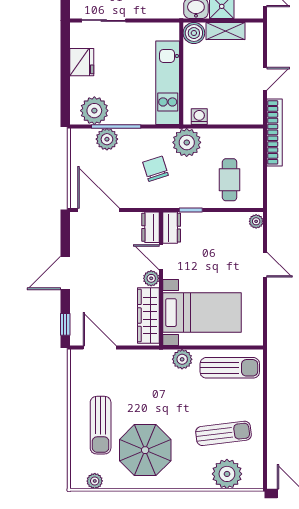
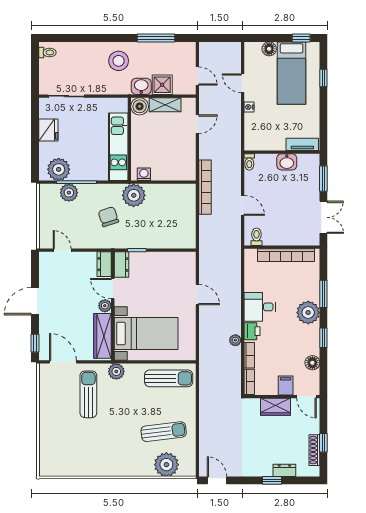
door: (265, 79) -> (197, 124), moved
cafe table: (230, 180) -> (169, 226), removed
door: (98, 210) -> (62, 250), width x0.53
plant: (256, 221) -> (190, 259), removed
plant: (182, 359) -> (116, 371), moved
sun lounger: (101, 425) -> (88, 394), moved, turned 180
parasol: (145, 450) -> (100, 445), removed
plant: (95, 481) -> (59, 470), removed

